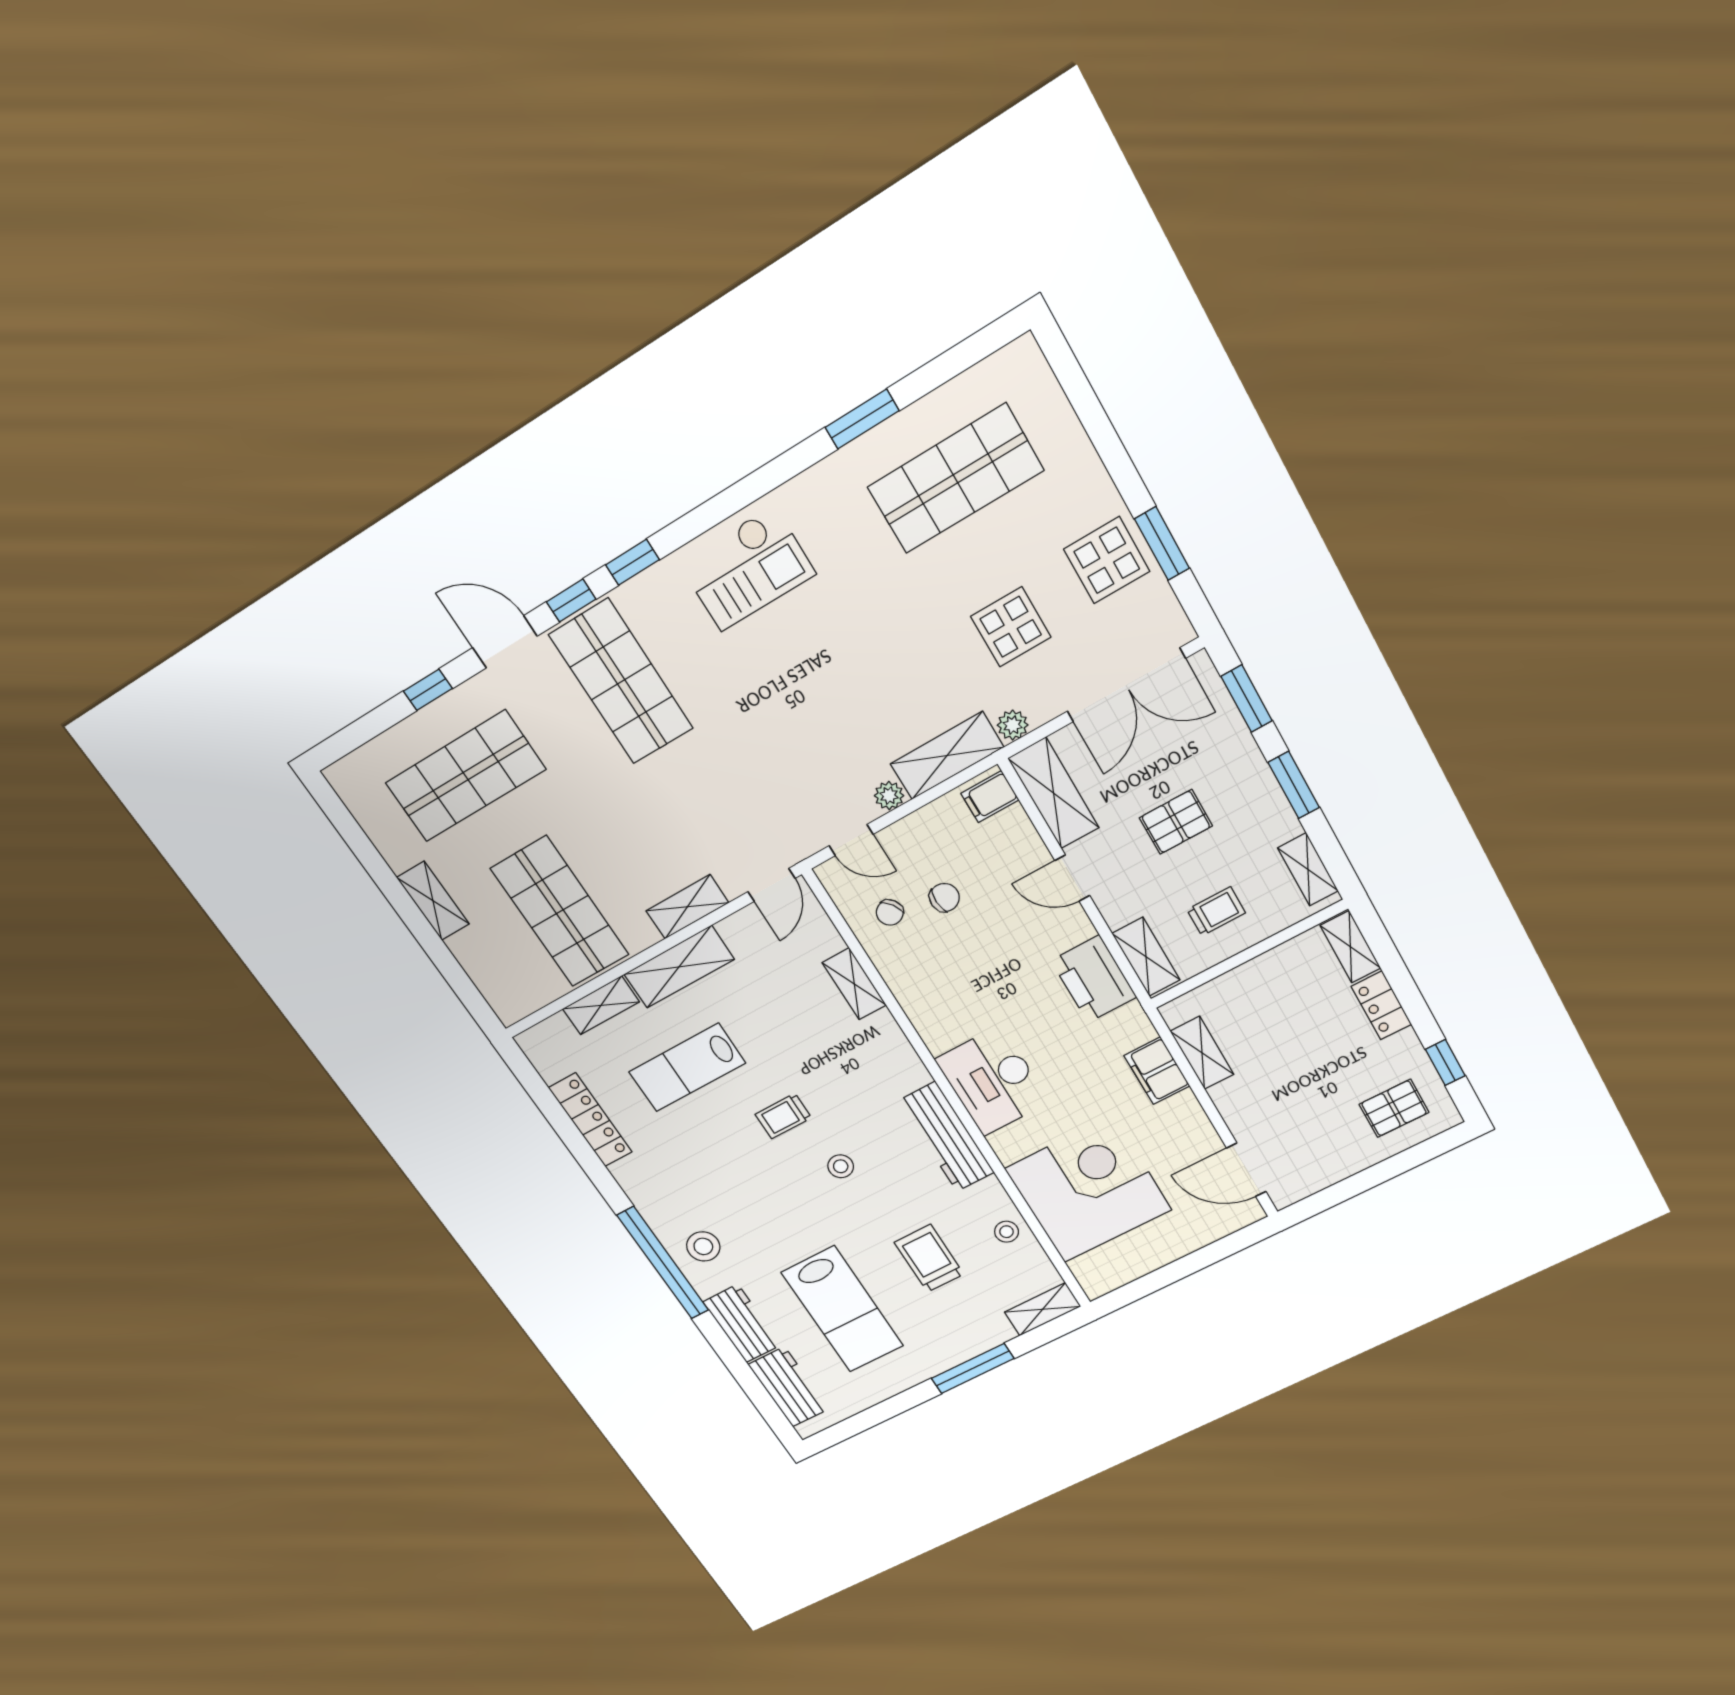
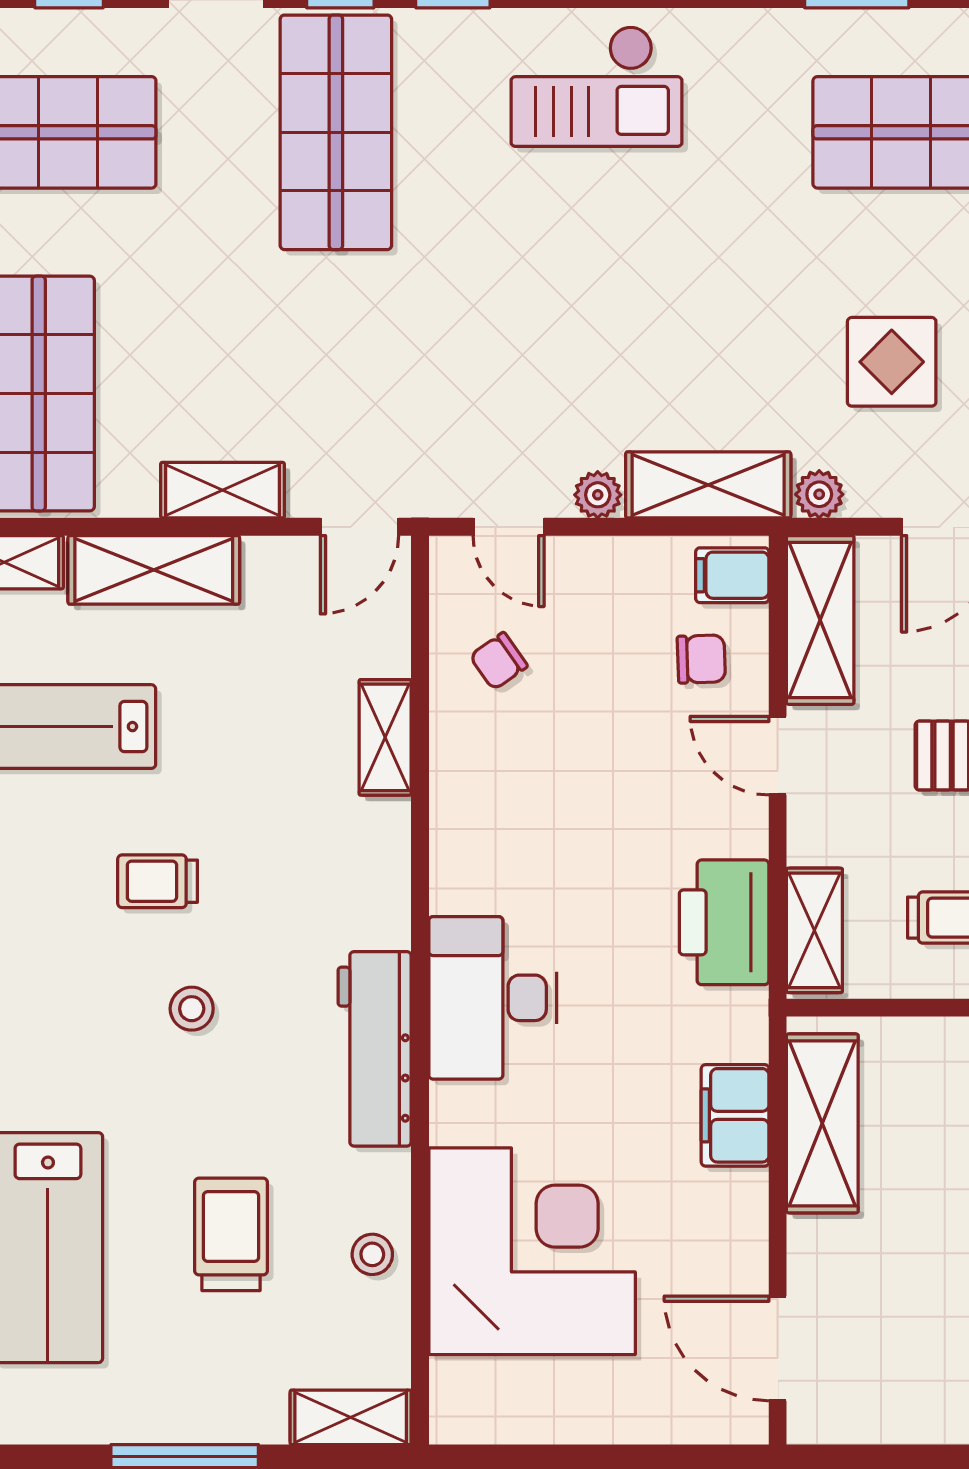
chair: (944, 897) -> (701, 659), moved
shelving: (1202, 1053) -> (822, 1123), width x1.50, depth x1.33

